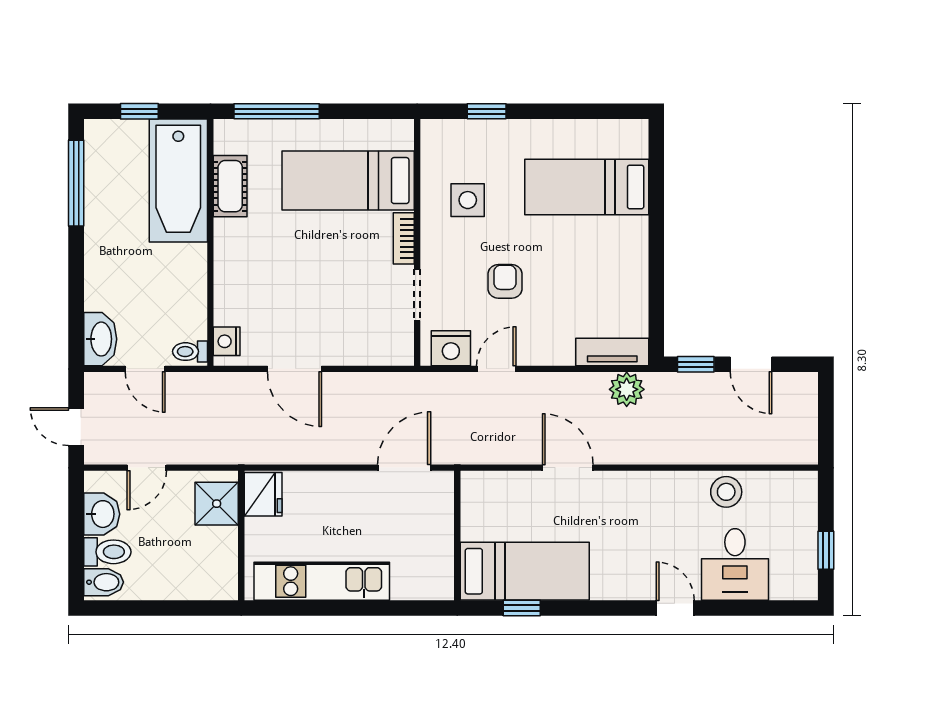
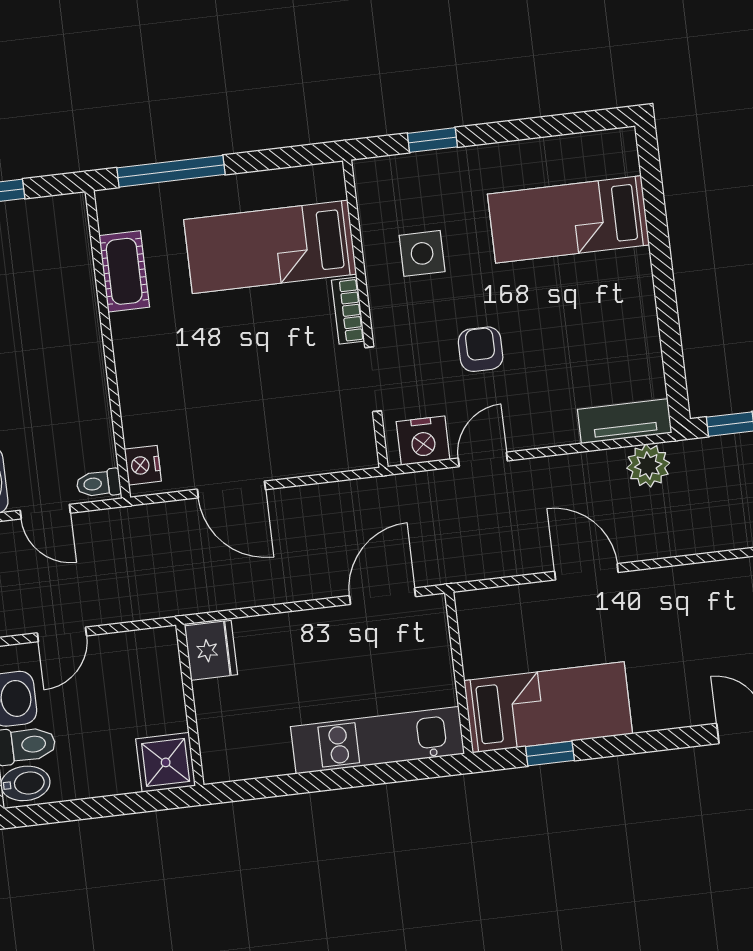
bathtub: (178, 181) -> (59, 272), removed
shower: (217, 504) -> (166, 762), moved
kitchen unit: (322, 581) -> (377, 740), moved

